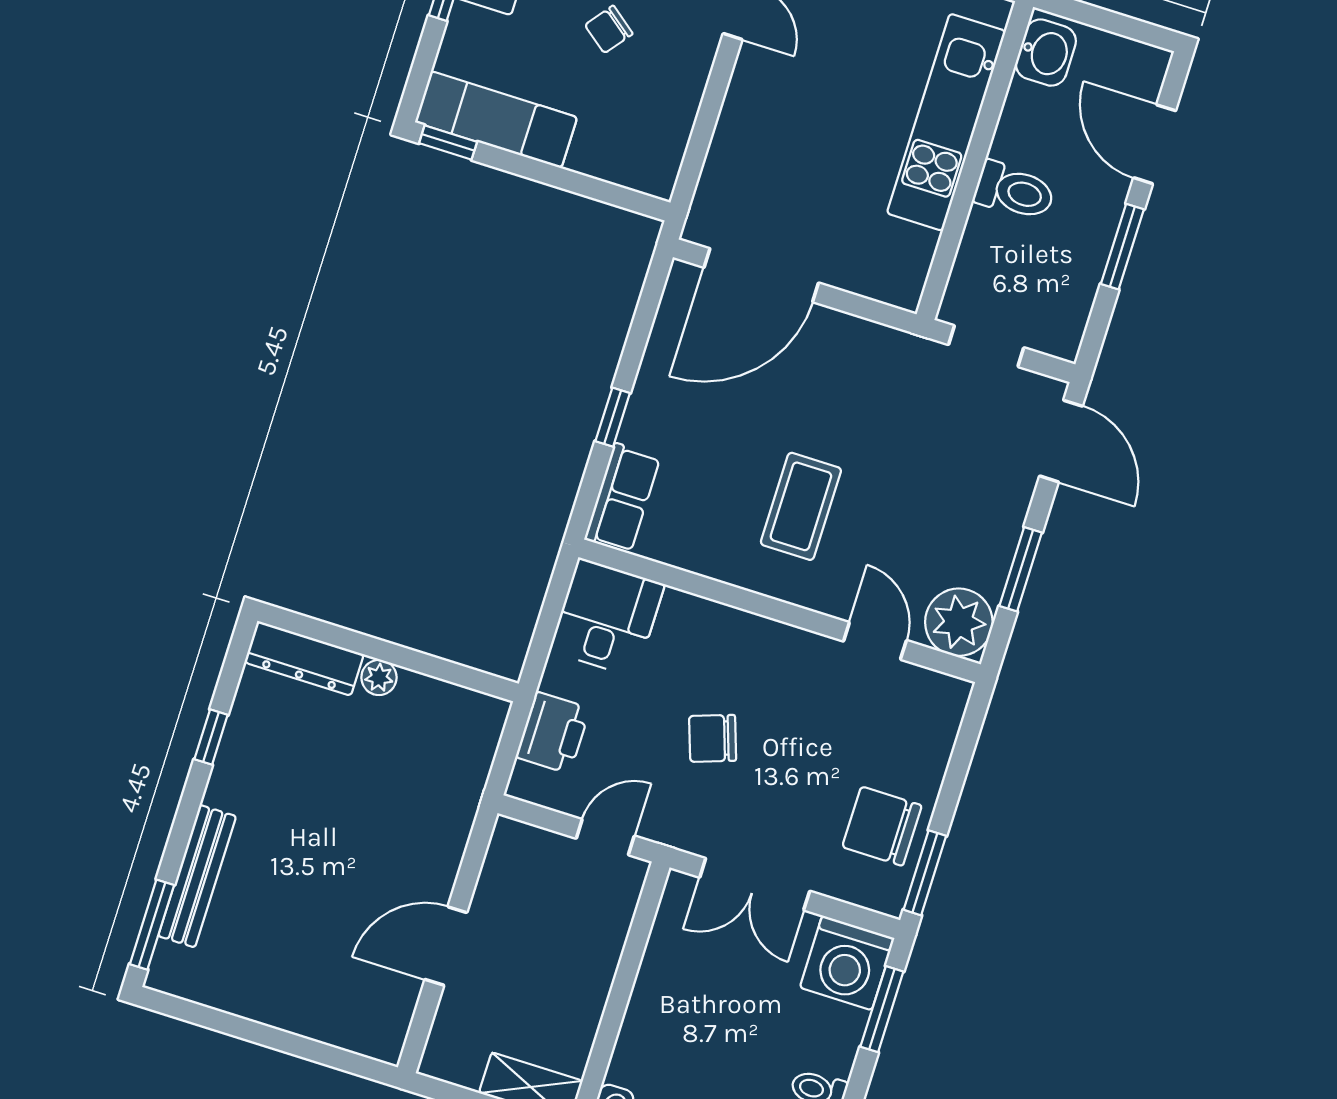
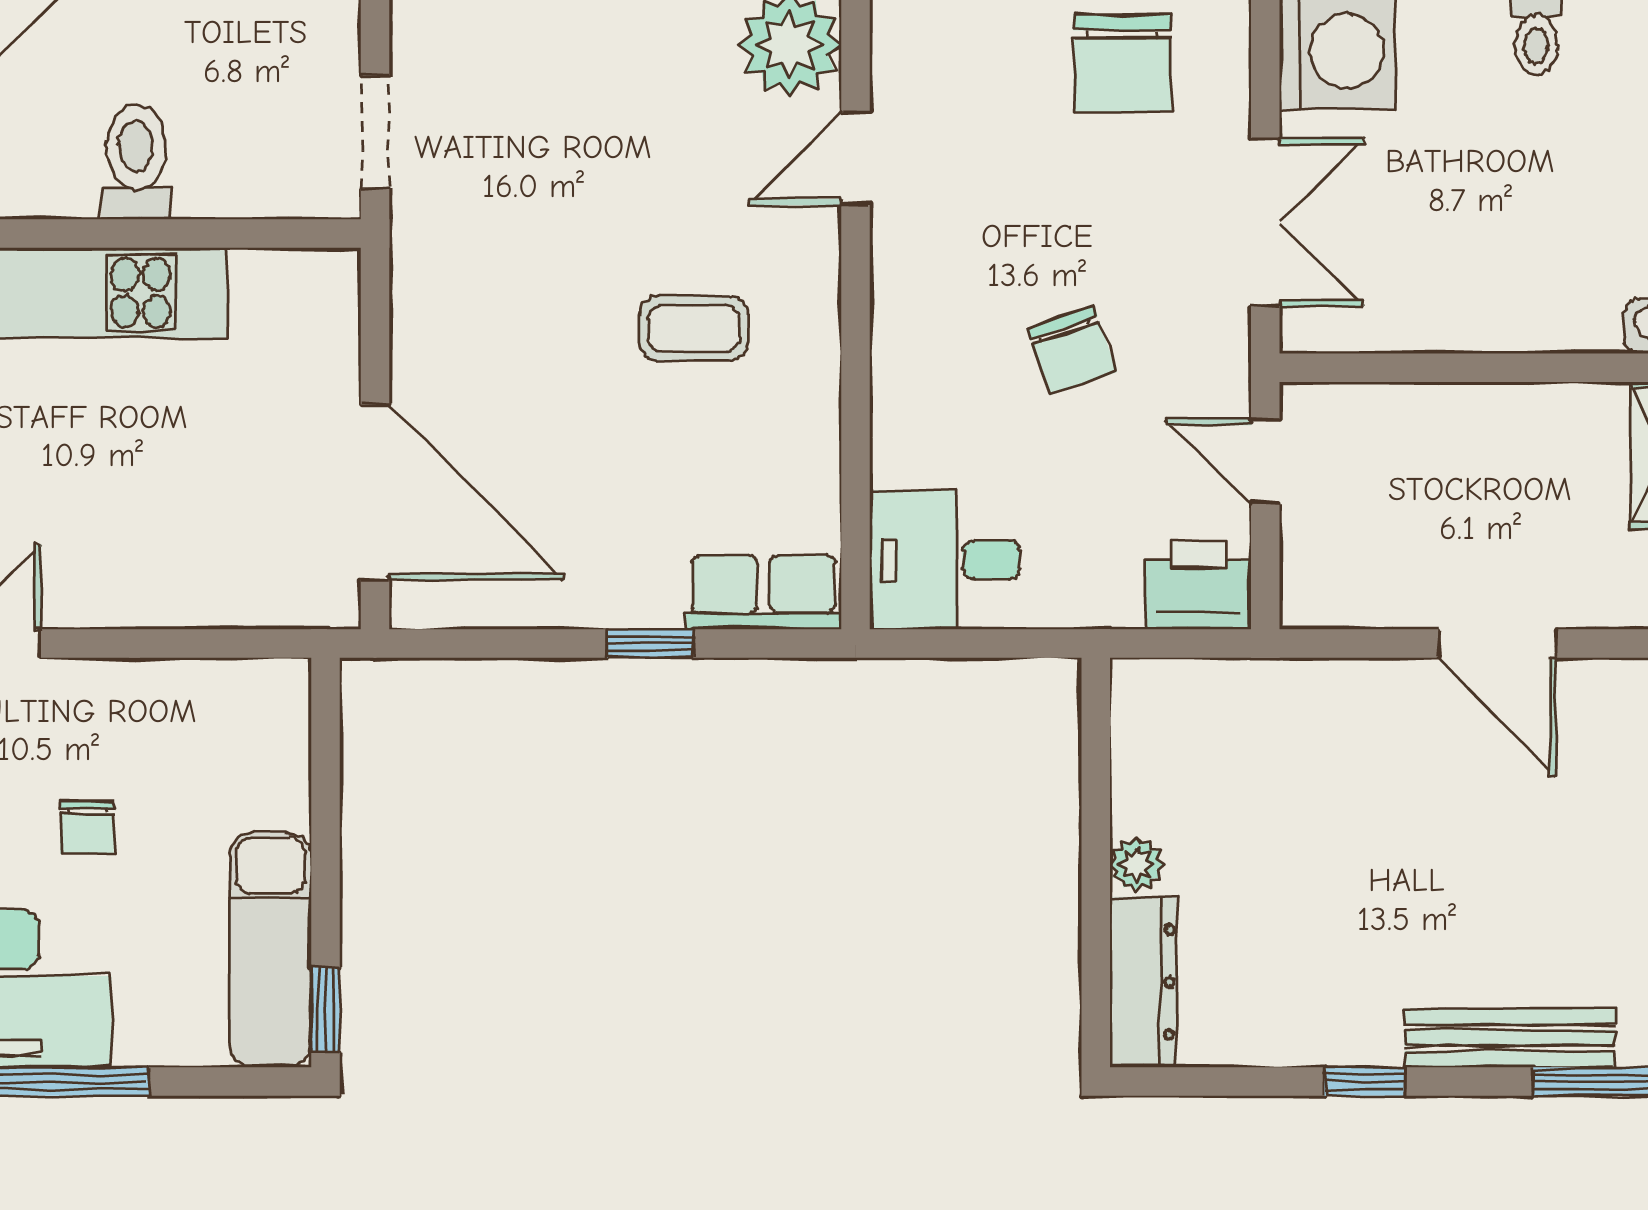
chair: (609, 29) -> (87, 827), turned 52
coffee table: (801, 506) -> (693, 328), width x0.73, depth x0.77
printer: (553, 733) -> (1198, 586), moved
window: (211, 737) -> (1365, 1082), moved

